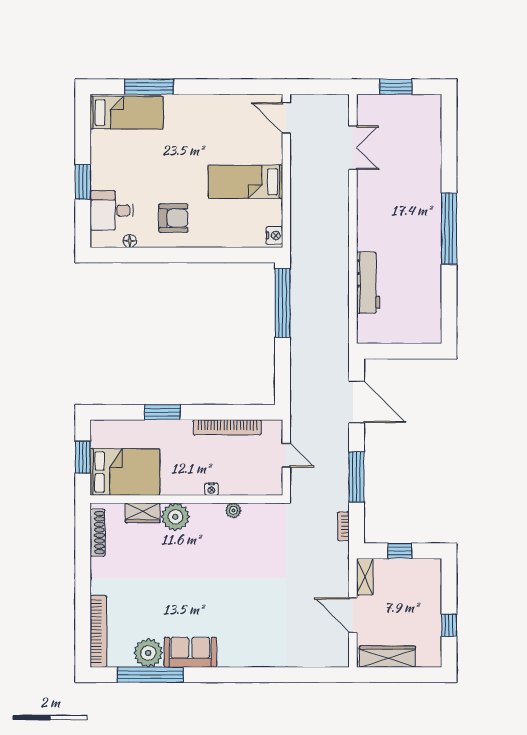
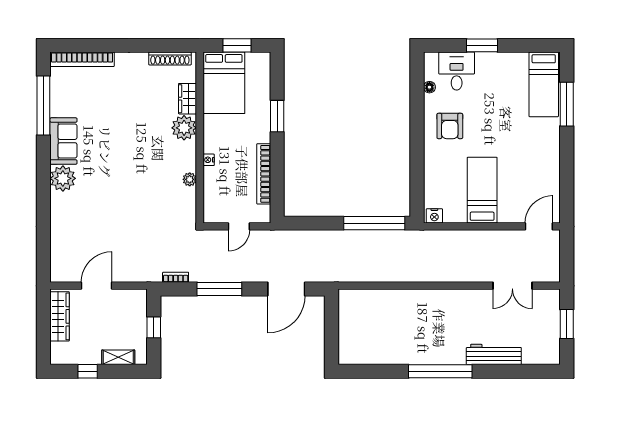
workbench: (368, 283) -> (494, 354), moved, turned 180
shelving: (365, 577) -> (118, 357), moved
plant: (148, 653) -> (63, 178), moved

